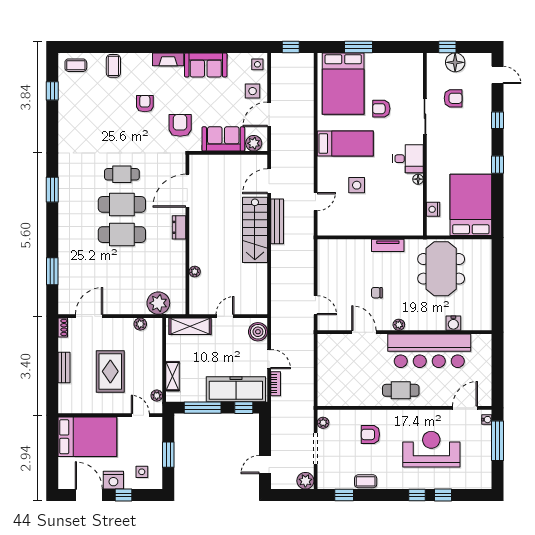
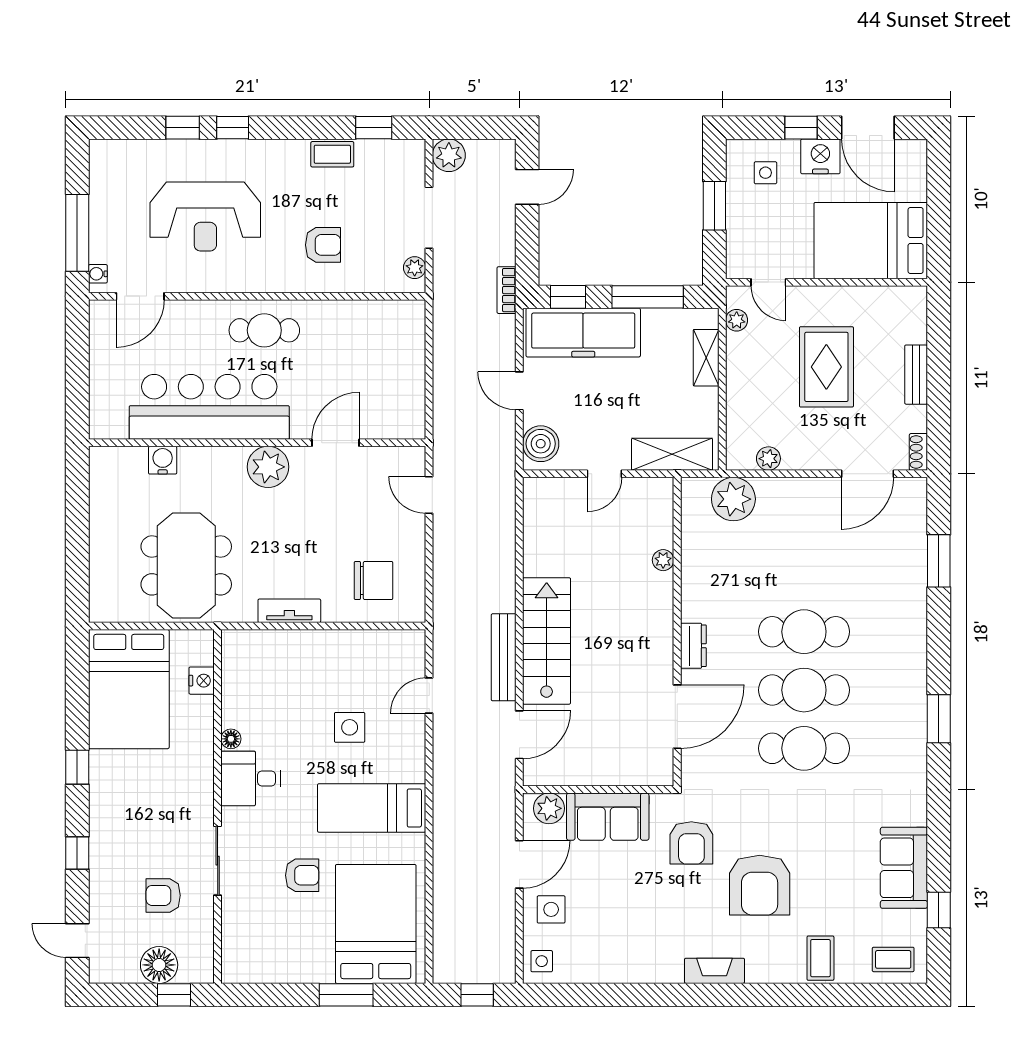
sofa: (206, 65) -> (904, 868), moved, turned -90
armchair: (145, 104) -> (760, 885), width x1.88, depth x1.88
cafe table: (122, 174) -> (804, 748), width x1.37, depth x1.35
chair: (377, 293) -> (373, 580), moved, width x1.87, depth x1.87
plant: (399, 325) -> (268, 467), width x1.88, depth x1.88
door: (364, 332) -> (336, 443), swing flipped
bookcase: (276, 384) -> (506, 290), moved

